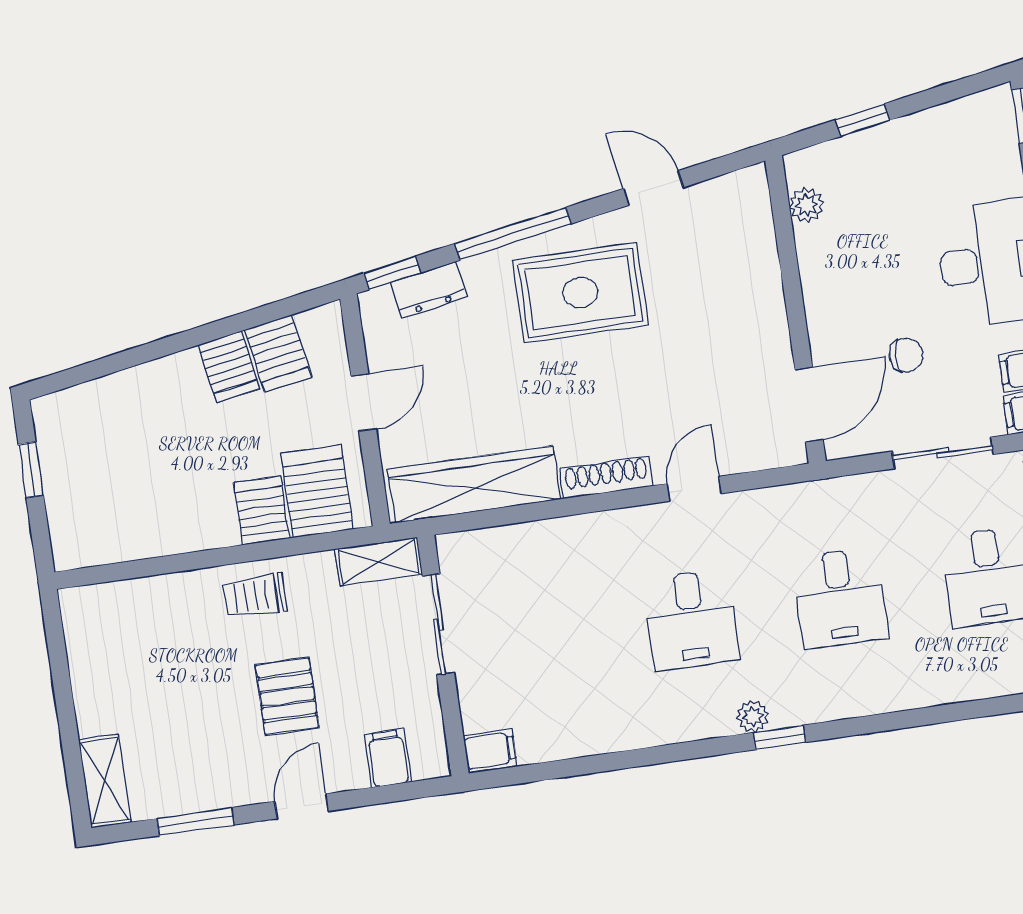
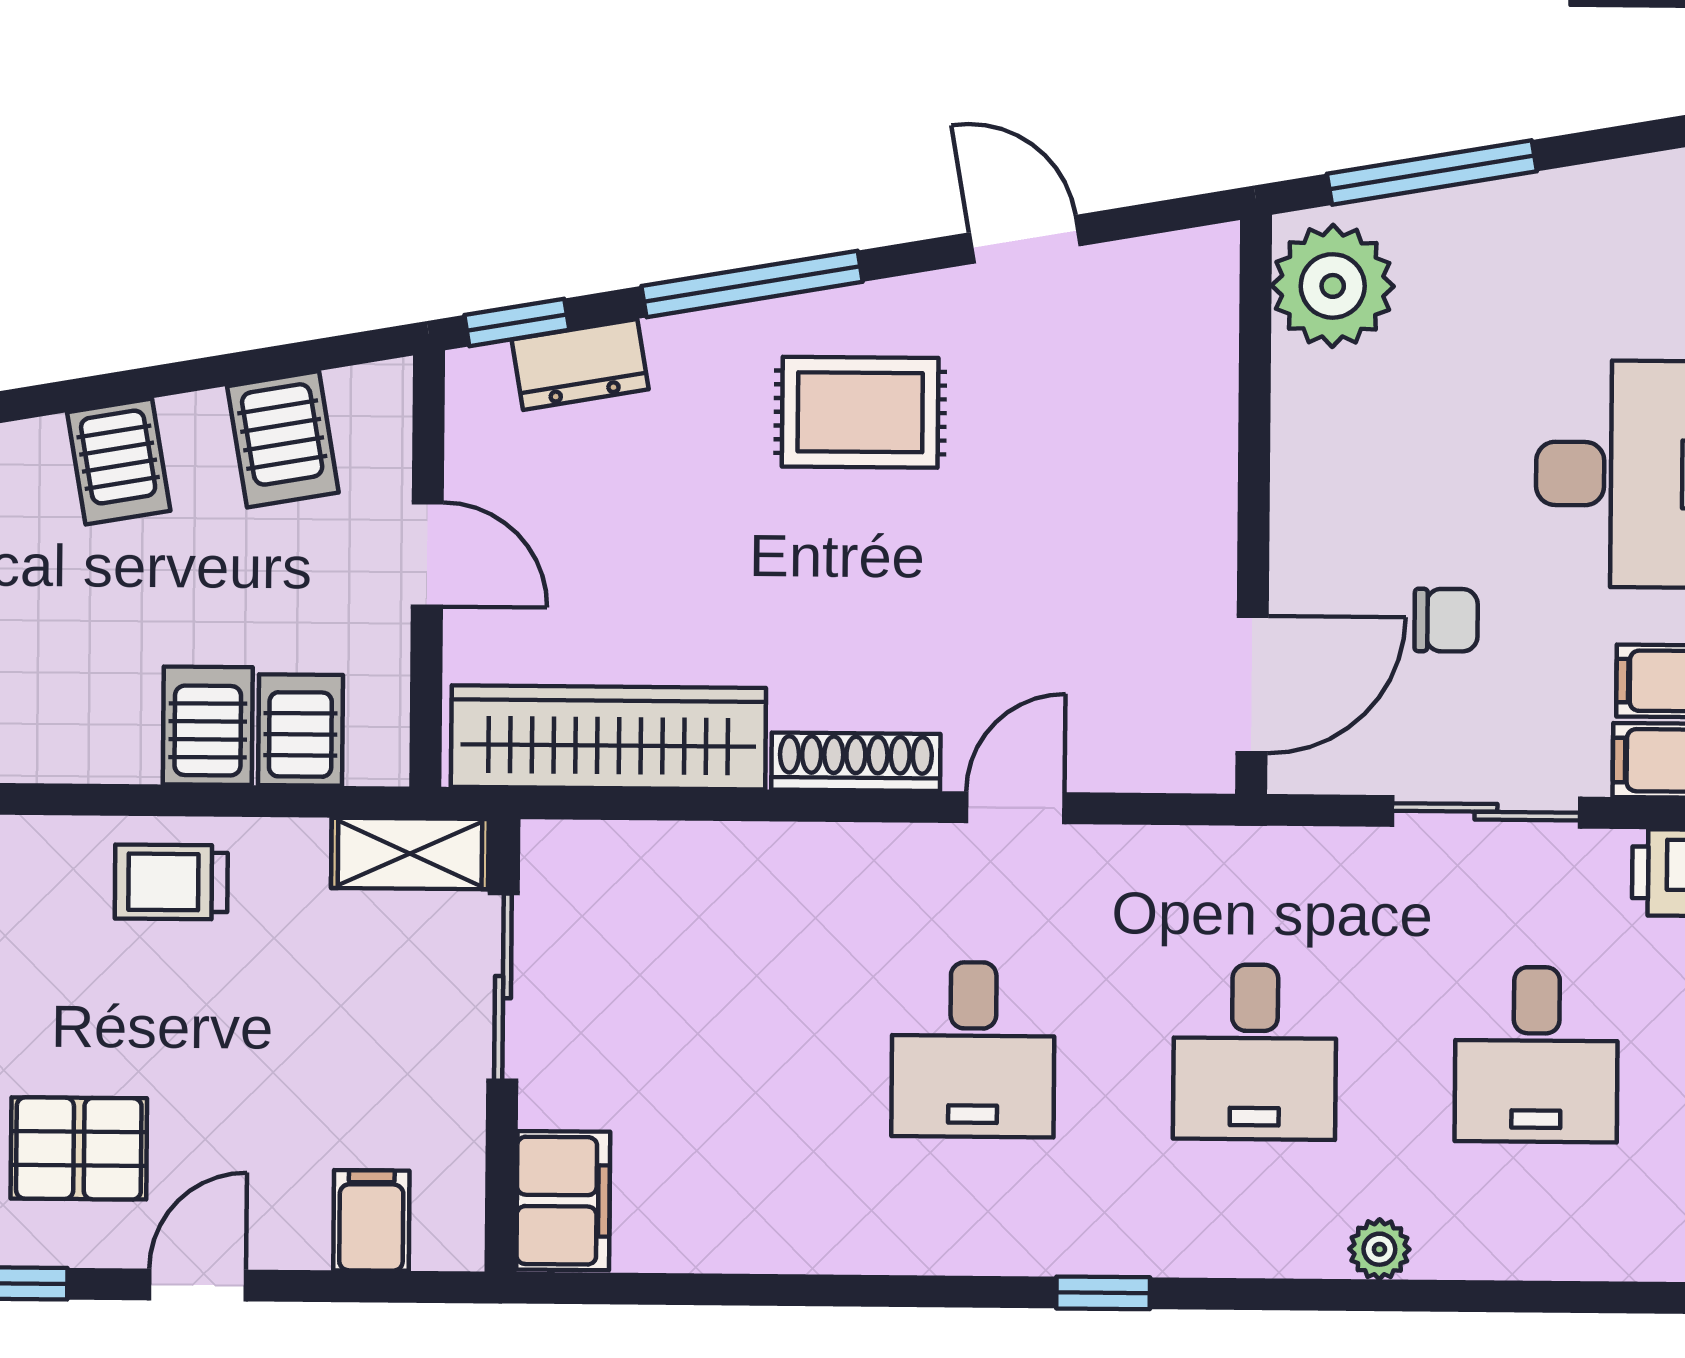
window: (863, 120) -> (1432, 173), width x2.17
plant: (806, 205) -> (1333, 286), width x1.88, depth x1.88
rug: (580, 293) -> (860, 412), width x0.73, depth x0.70
server rack: (229, 367) -> (119, 462), moved
door: (364, 402) -> (427, 554), hinge flipped
server rack: (317, 491) -> (300, 730), width x0.73, depth x0.70
pallet: (287, 696) -> (79, 1148), moved, turned 90
plant: (753, 716) -> (1379, 1249), moved
filing cabinet: (490, 751) -> (563, 1201), width x2.00

